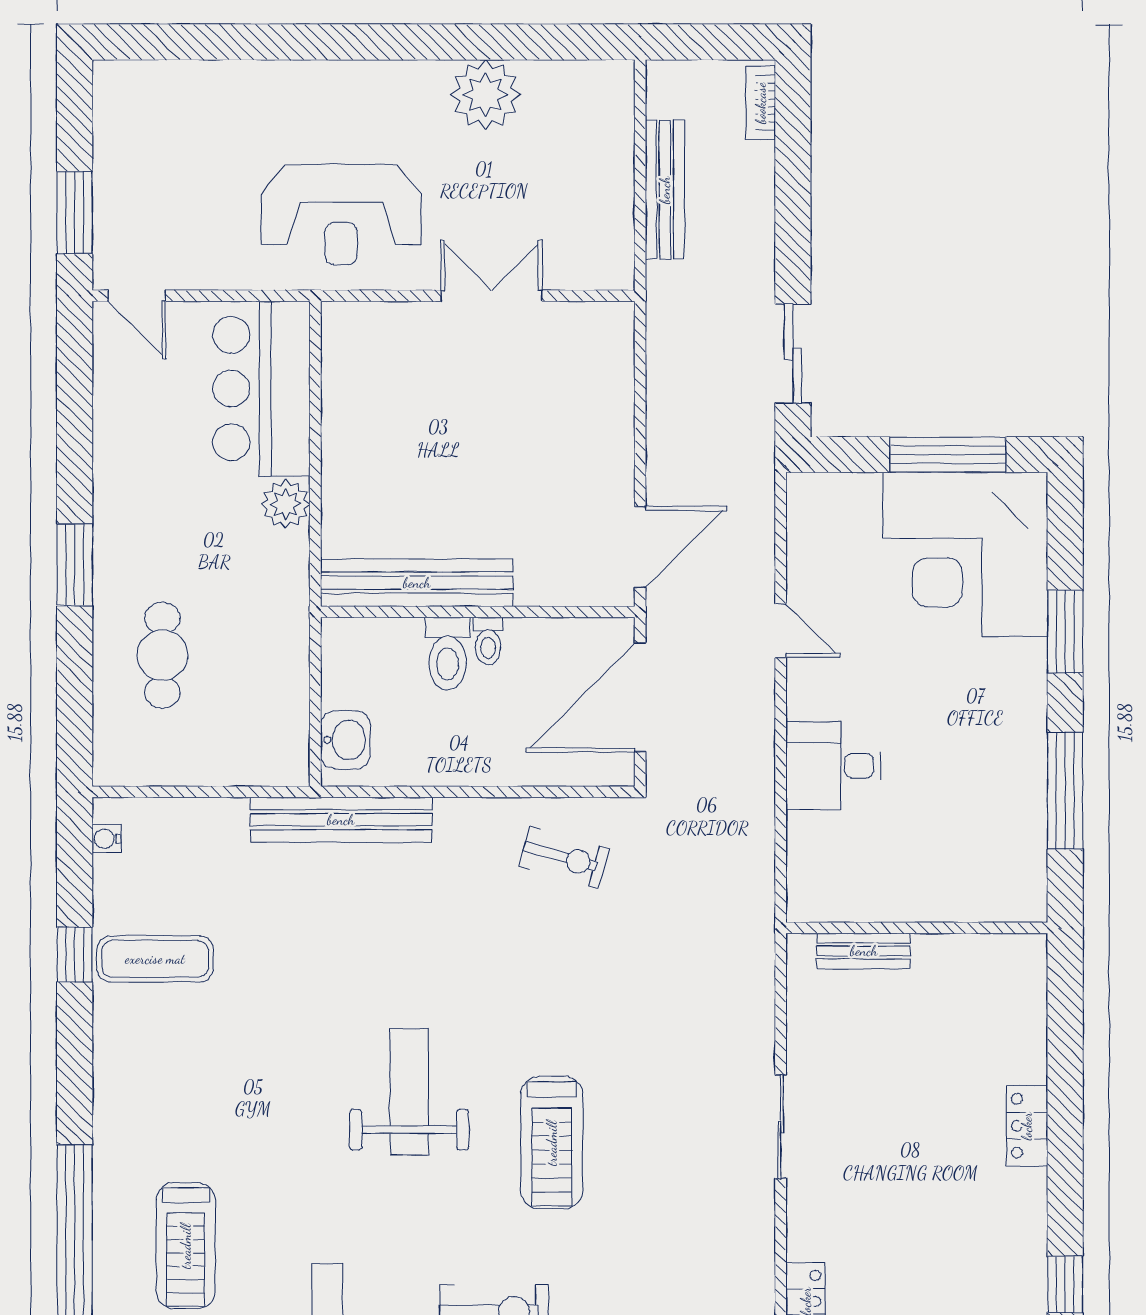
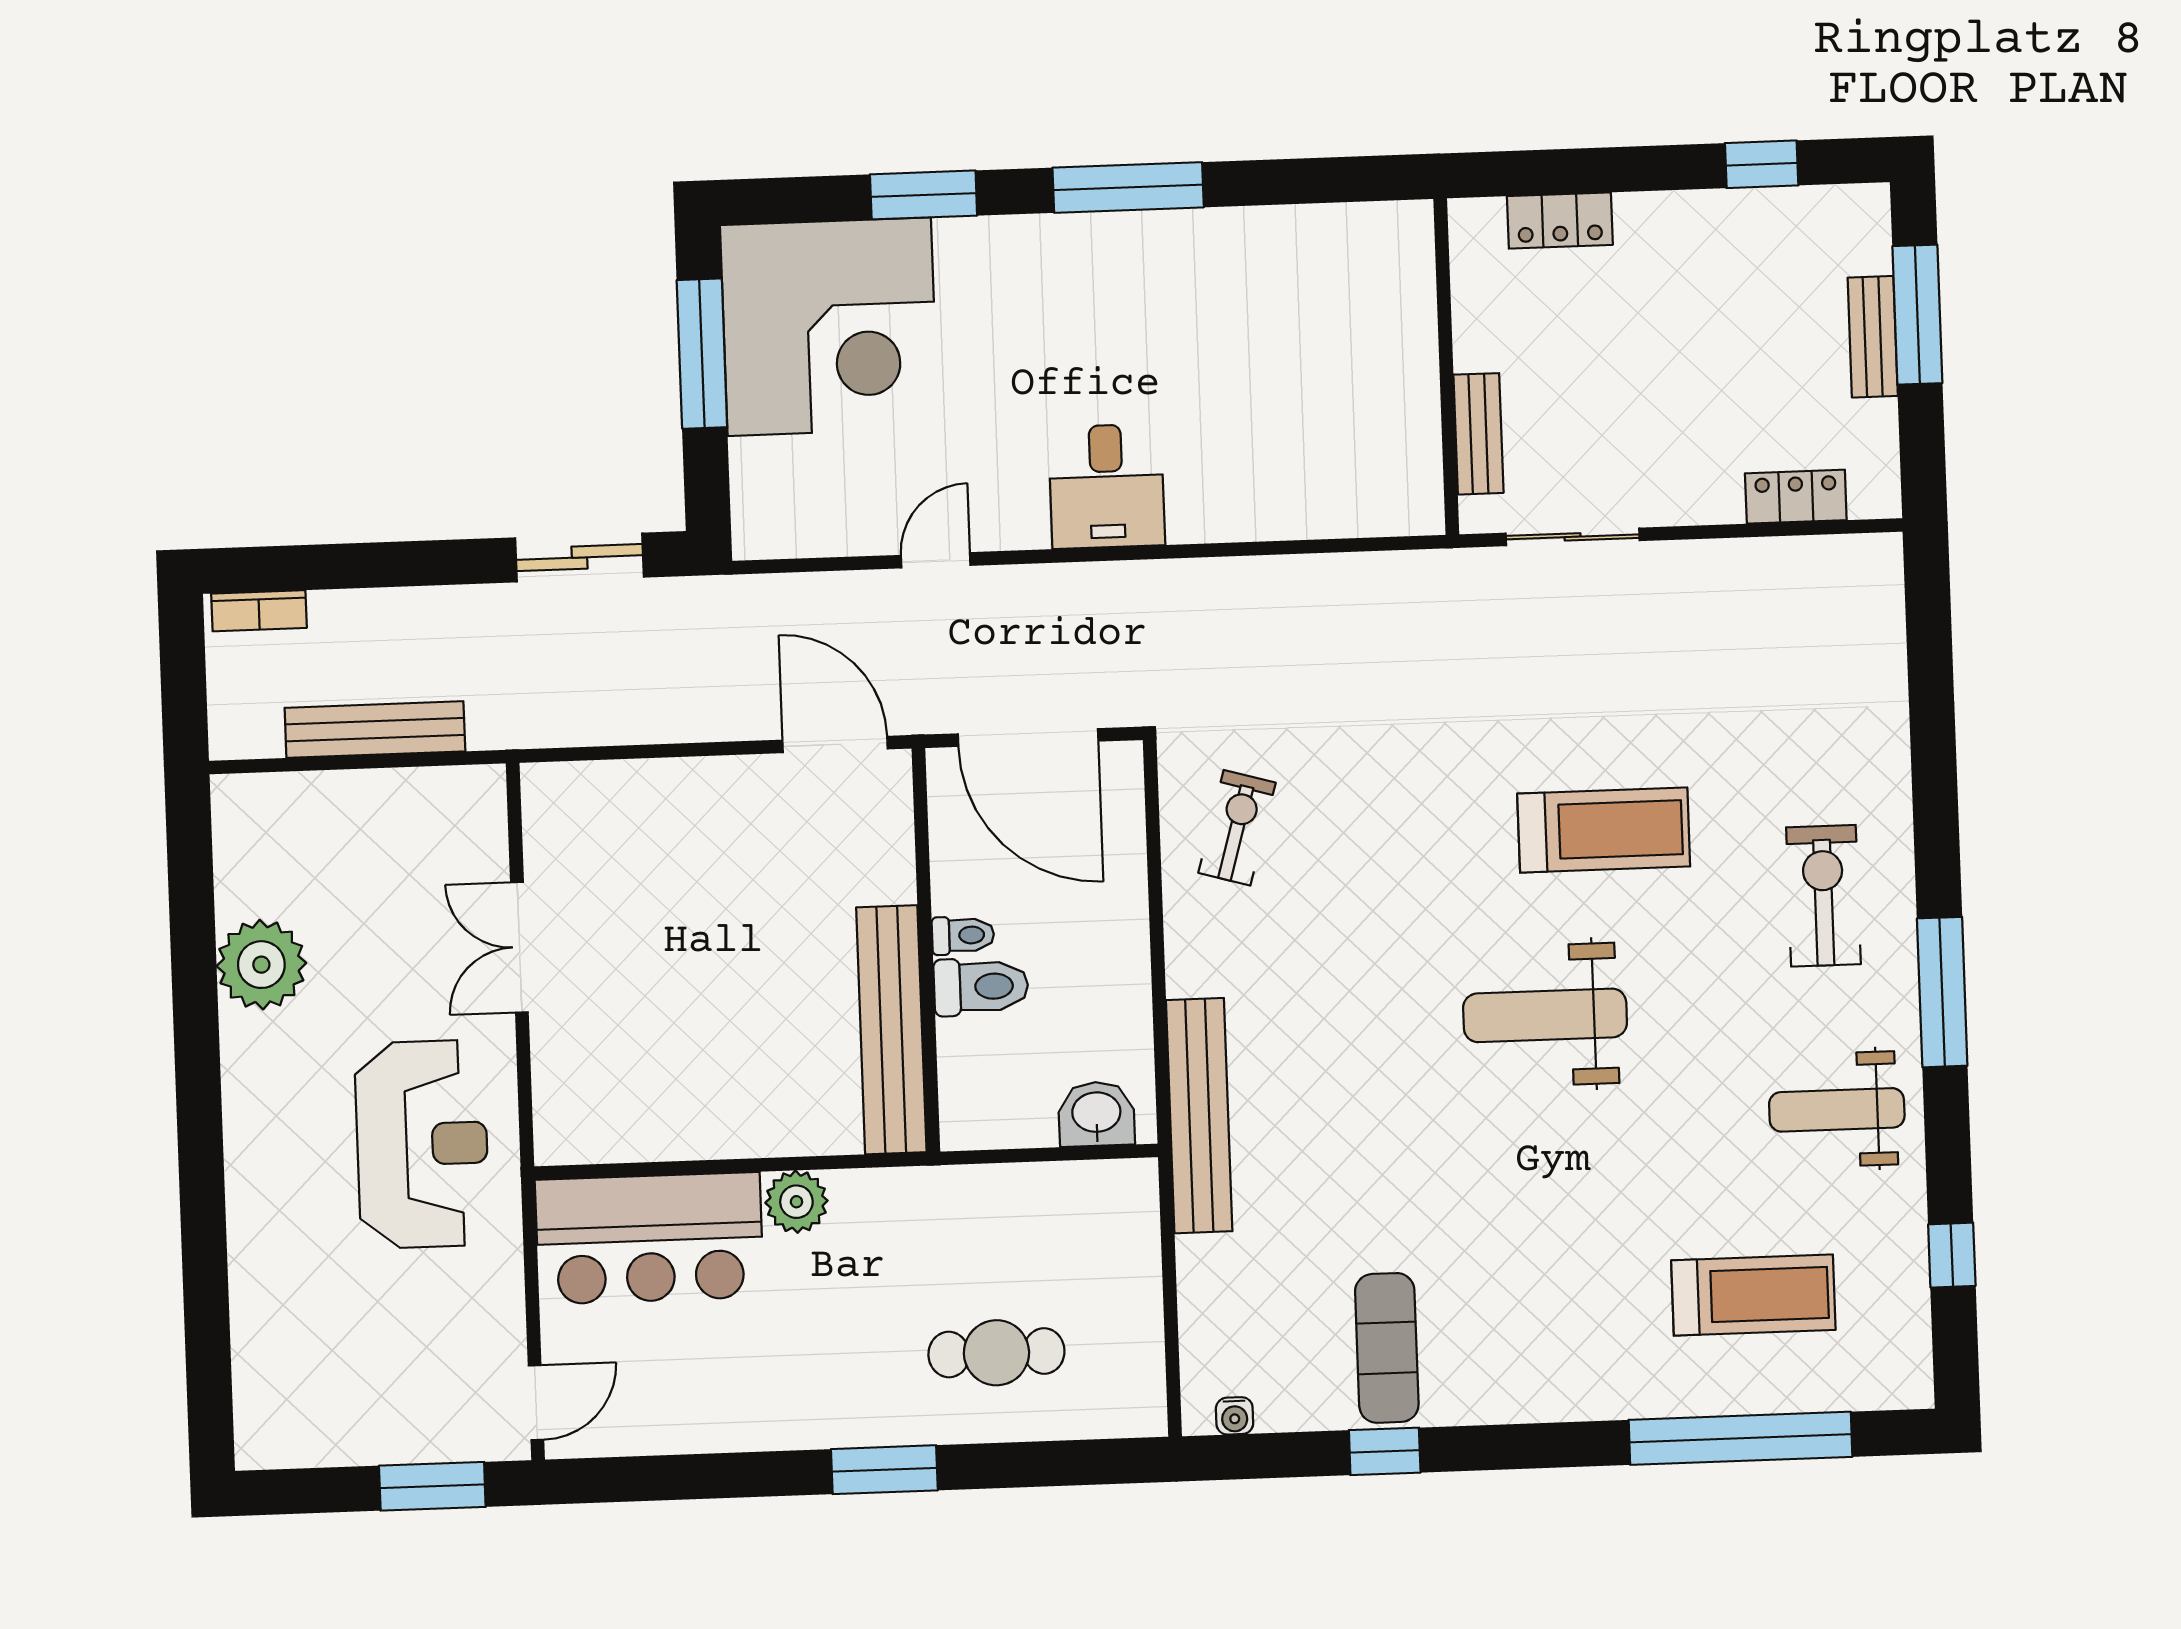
wall: (917, 928) -> (1446, 367), moved
bench: (864, 951) -> (1478, 434), moved

